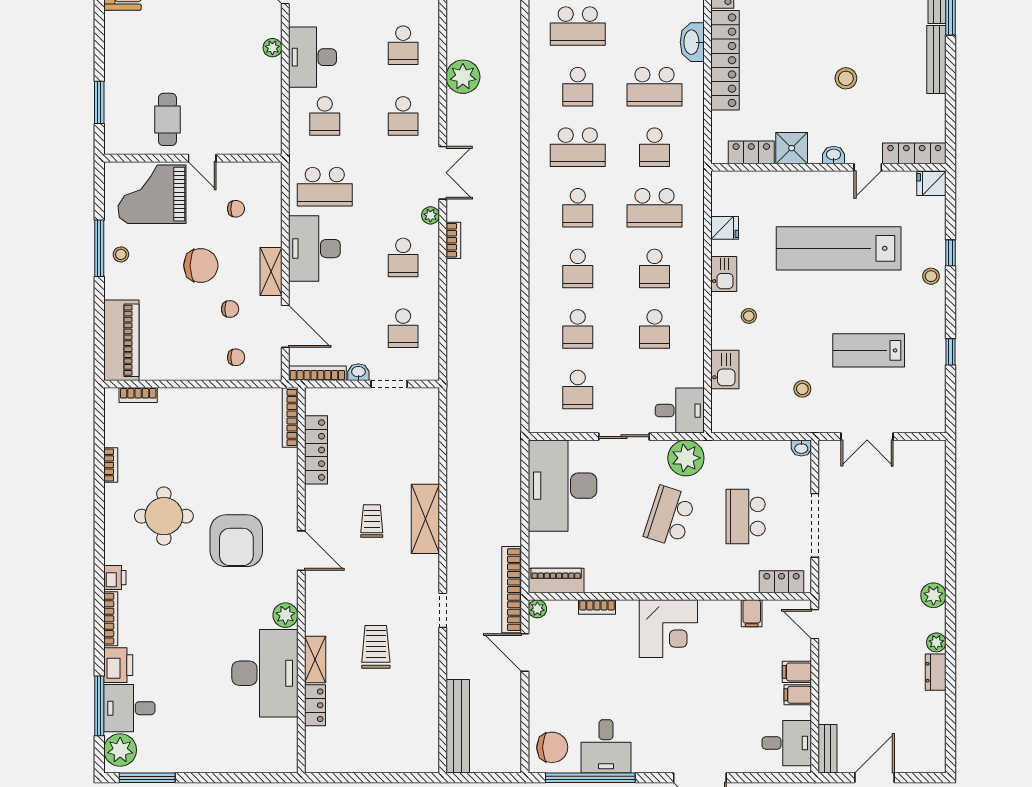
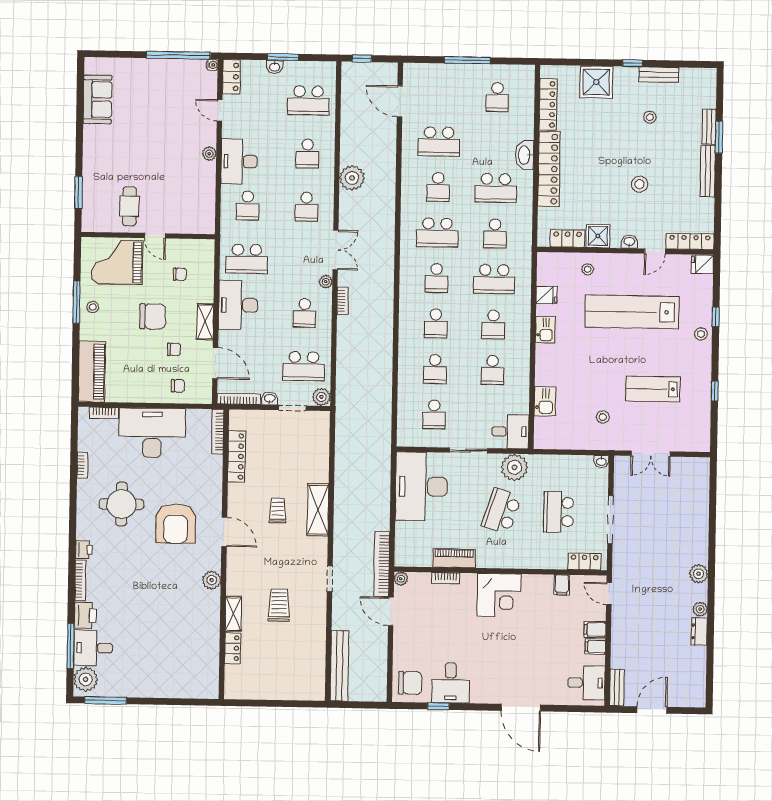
stool: (749, 316) -> (588, 269), moved
school desk: (403, 328) -> (304, 366), width x1.85
plant: (427, 369) -> (321, 397), added
piano: (556, 580) -> (454, 558), moved
desk: (265, 673) -> (152, 433), moved, turned -90
window: (590, 778) -> (438, 706), width x0.32

